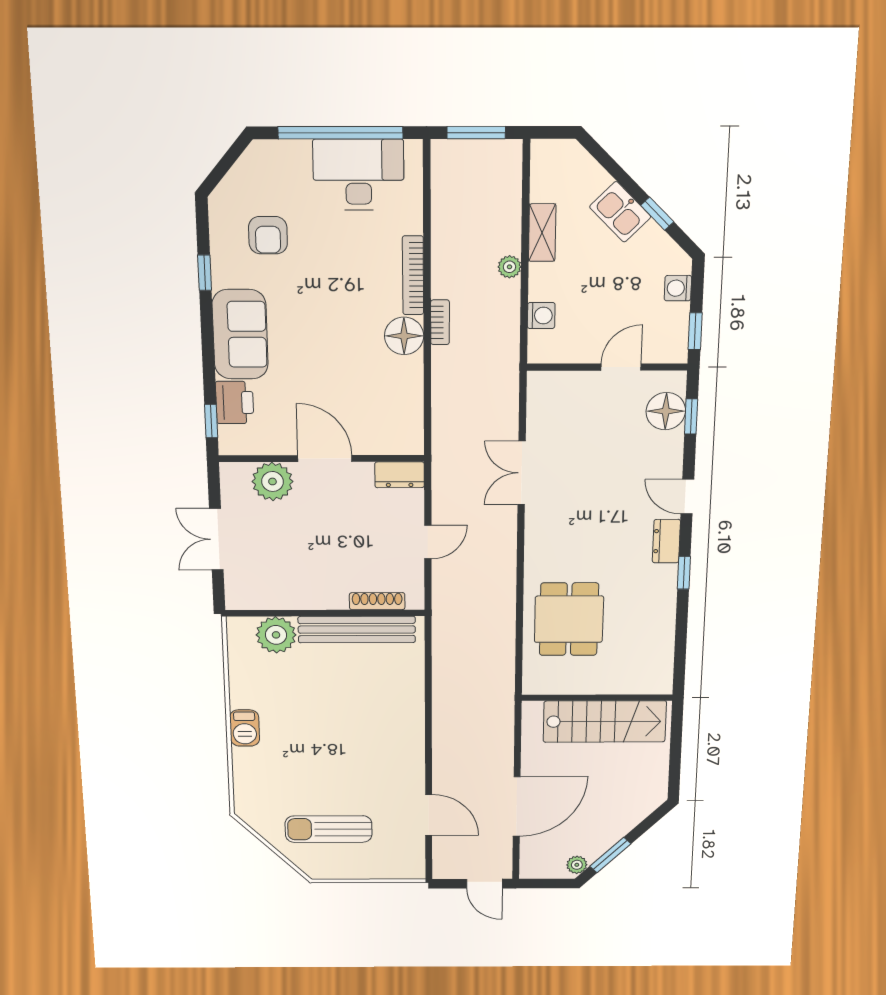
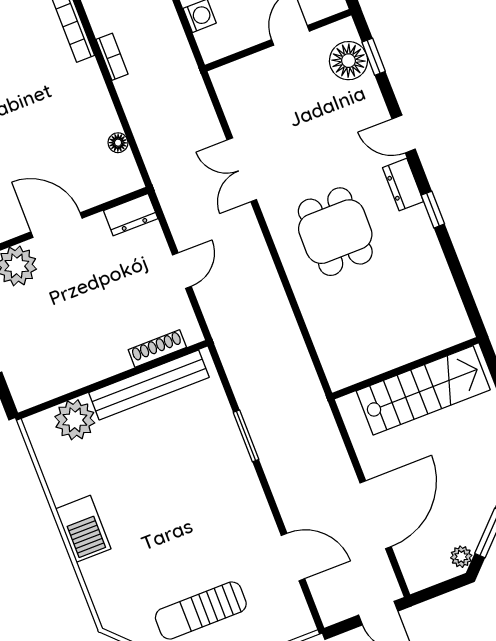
floor lamp: (404, 336) -> (118, 143), moved, width x0.53, depth x0.53
dining table: (569, 619) -> (335, 232), moved
window: (428, 703) -> (246, 436), added
barbecue: (245, 728) -> (83, 529), width x1.38, depth x1.27

